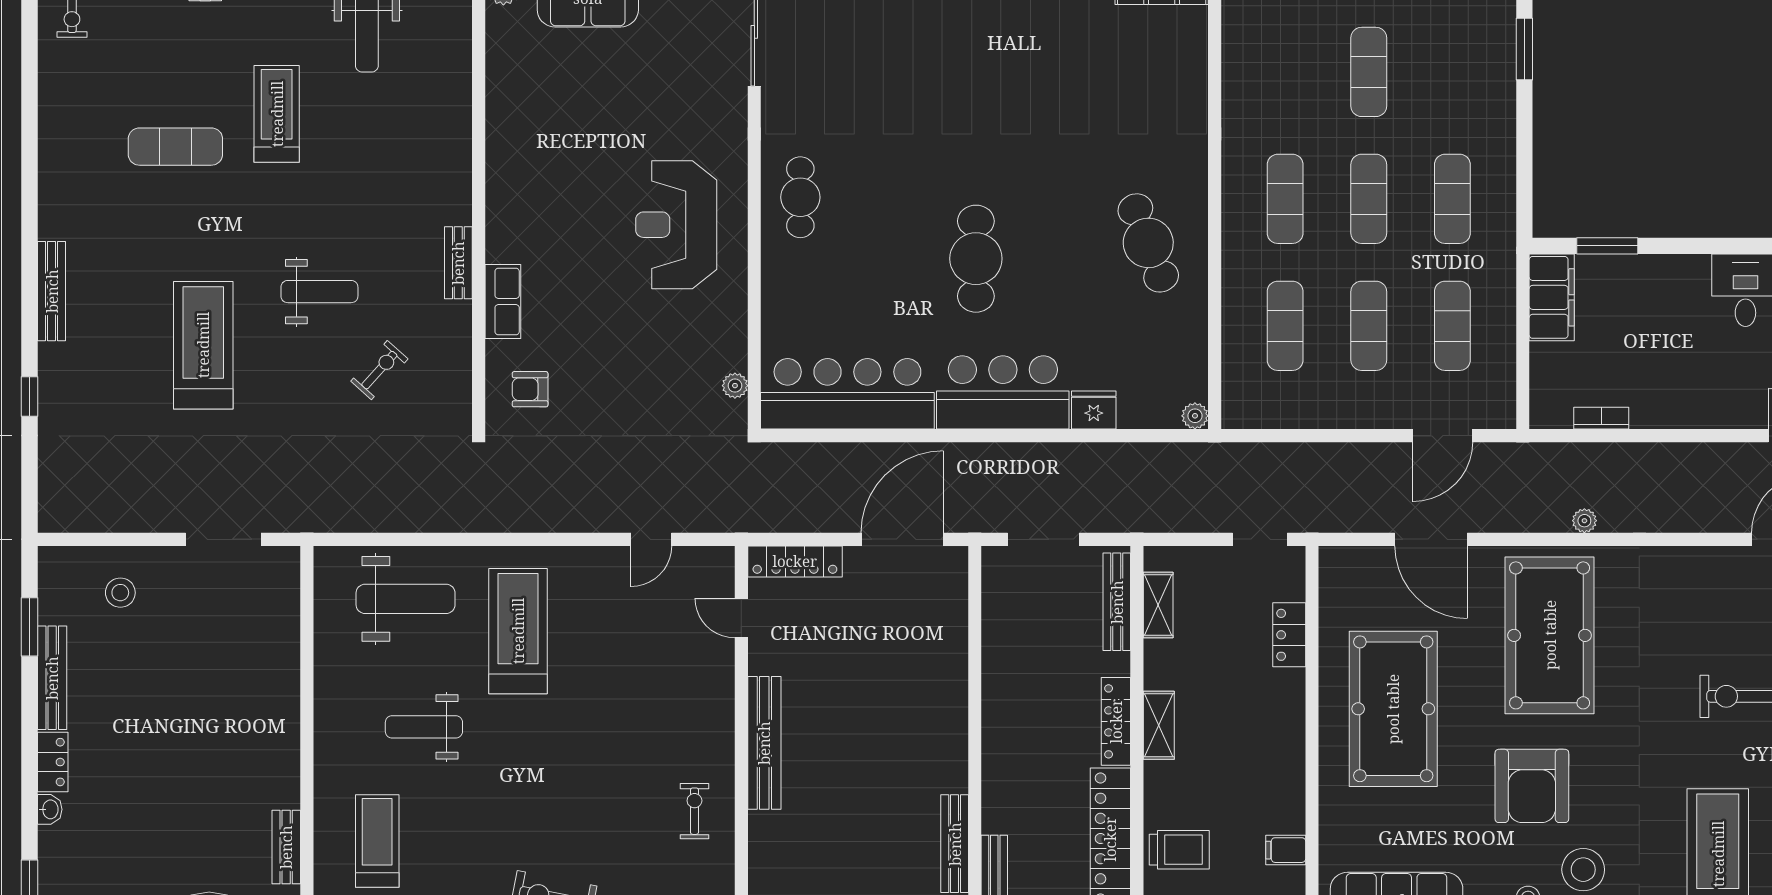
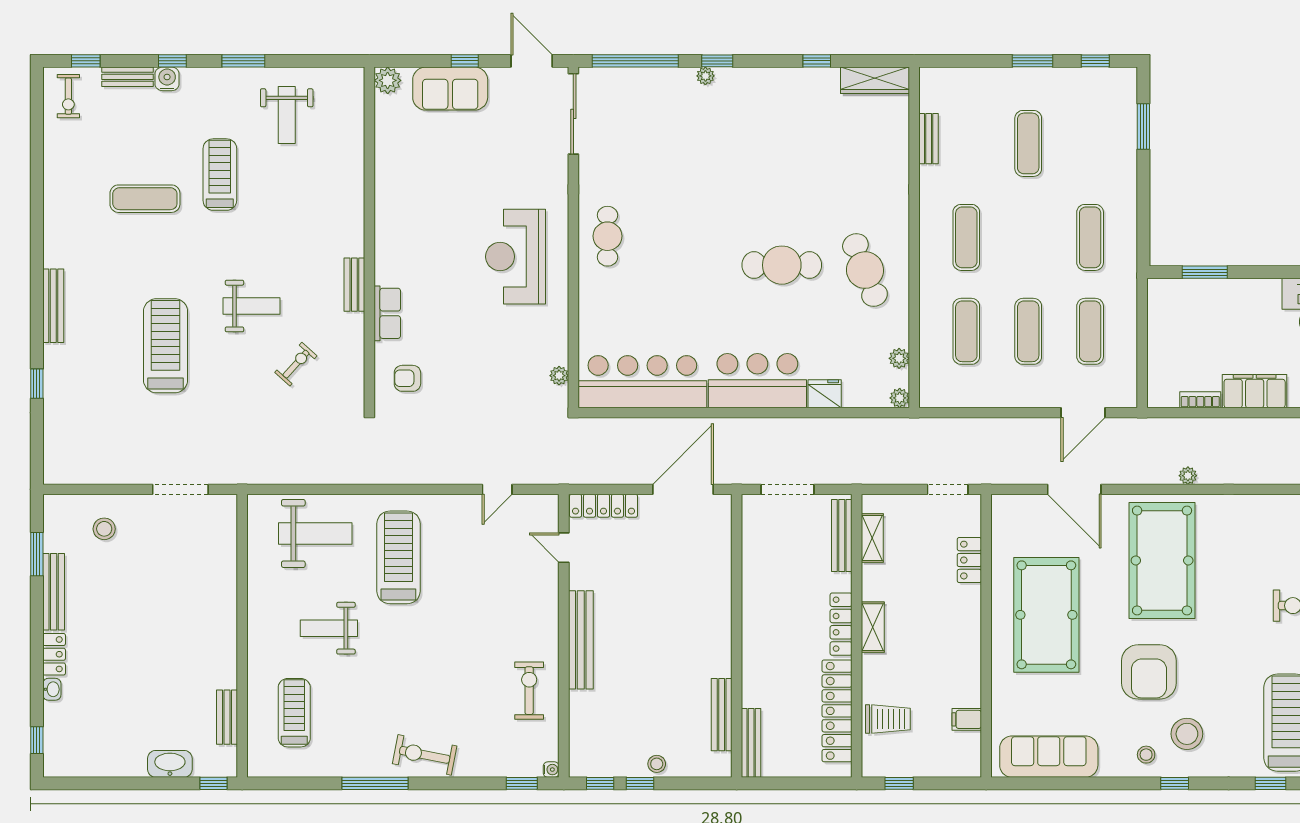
bench: (1234, 65) -> (929, 139), added
exercise mat: (1369, 199) -> (1028, 237), removed
cafe table: (976, 259) -> (782, 265), moved, turned 90
filing cabinet: (1552, 297) -> (1255, 391), moved, turned -90
plant: (1194, 362) -> (899, 358), added
exercise bike: (694, 811) -> (529, 691), width x1.38, depth x1.39

